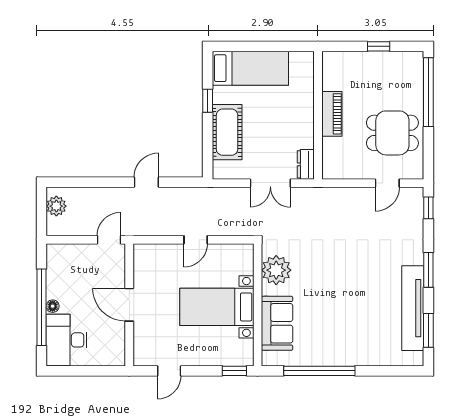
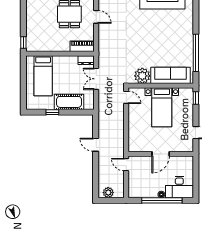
window: (379, 46) -> (23, 42), moved
bed: (250, 68) -> (43, 76), moved, turned 180
piano: (332, 114) -> (82, 46), moved
double door: (270, 183) -> (96, 79), swing flipped
door: (196, 240) -> (126, 97), moved
sofa: (277, 323) -> (170, 75), width x1.36

